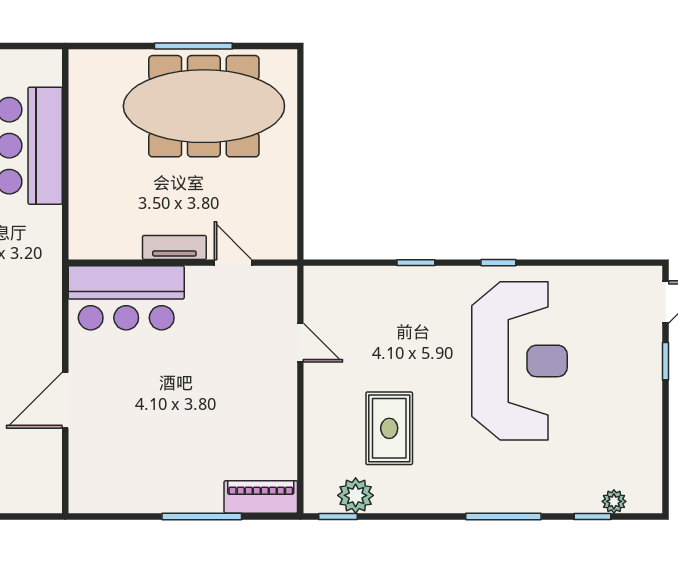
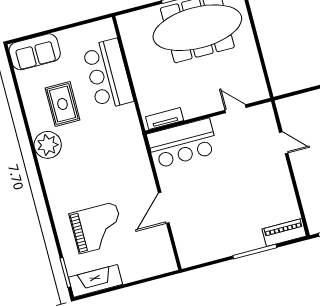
tv unit: (174, 247) -> (165, 119), moved

